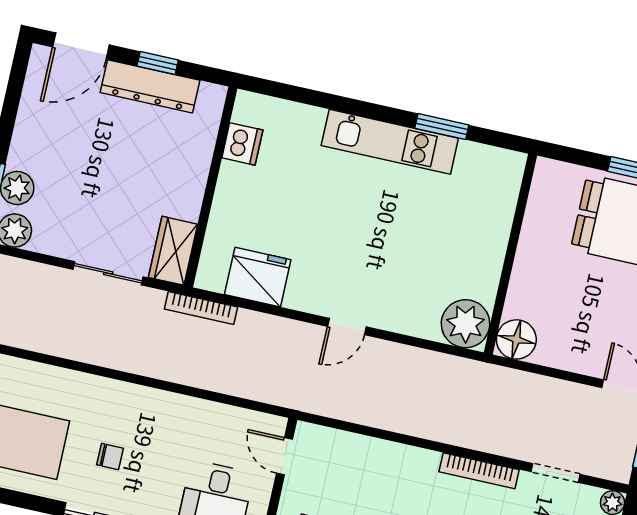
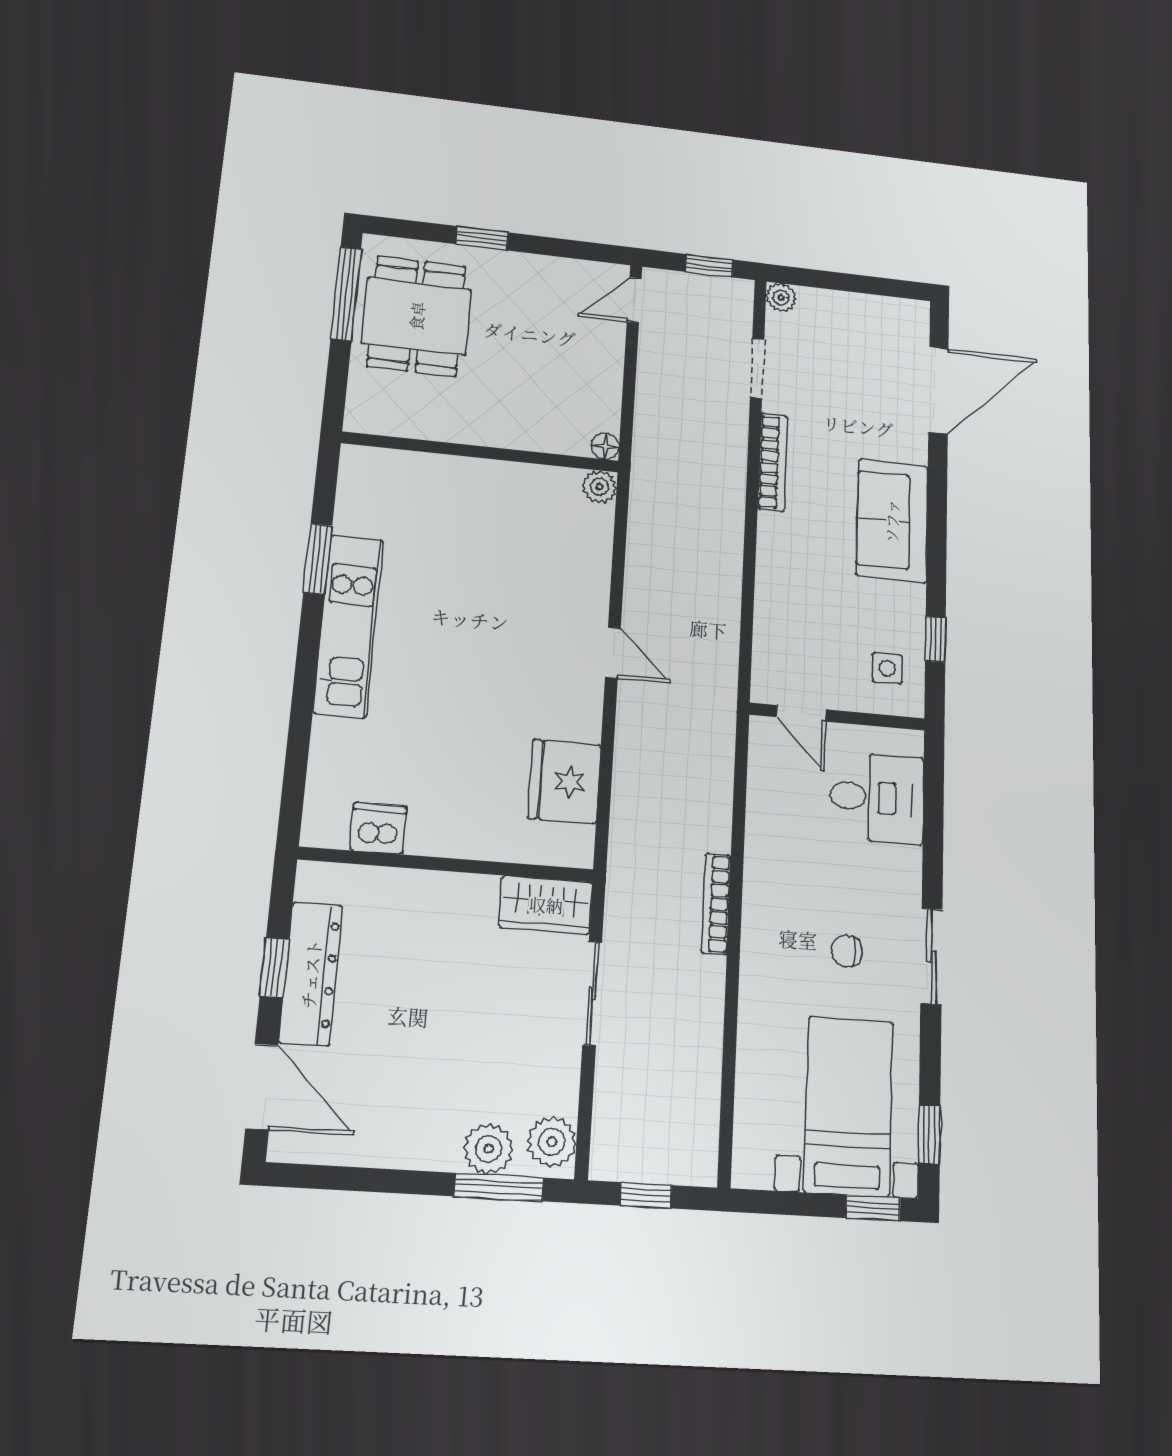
bookcase: (201, 308) -> (716, 904), moved, turned 180
plant: (465, 324) -> (599, 487), width x0.53, depth x0.53
floor lamp: (516, 339) -> (605, 446), width x0.53, depth x0.53
chair: (110, 456) -> (847, 951), turned -90
door: (284, 456) -> (801, 713), hinge flipped

